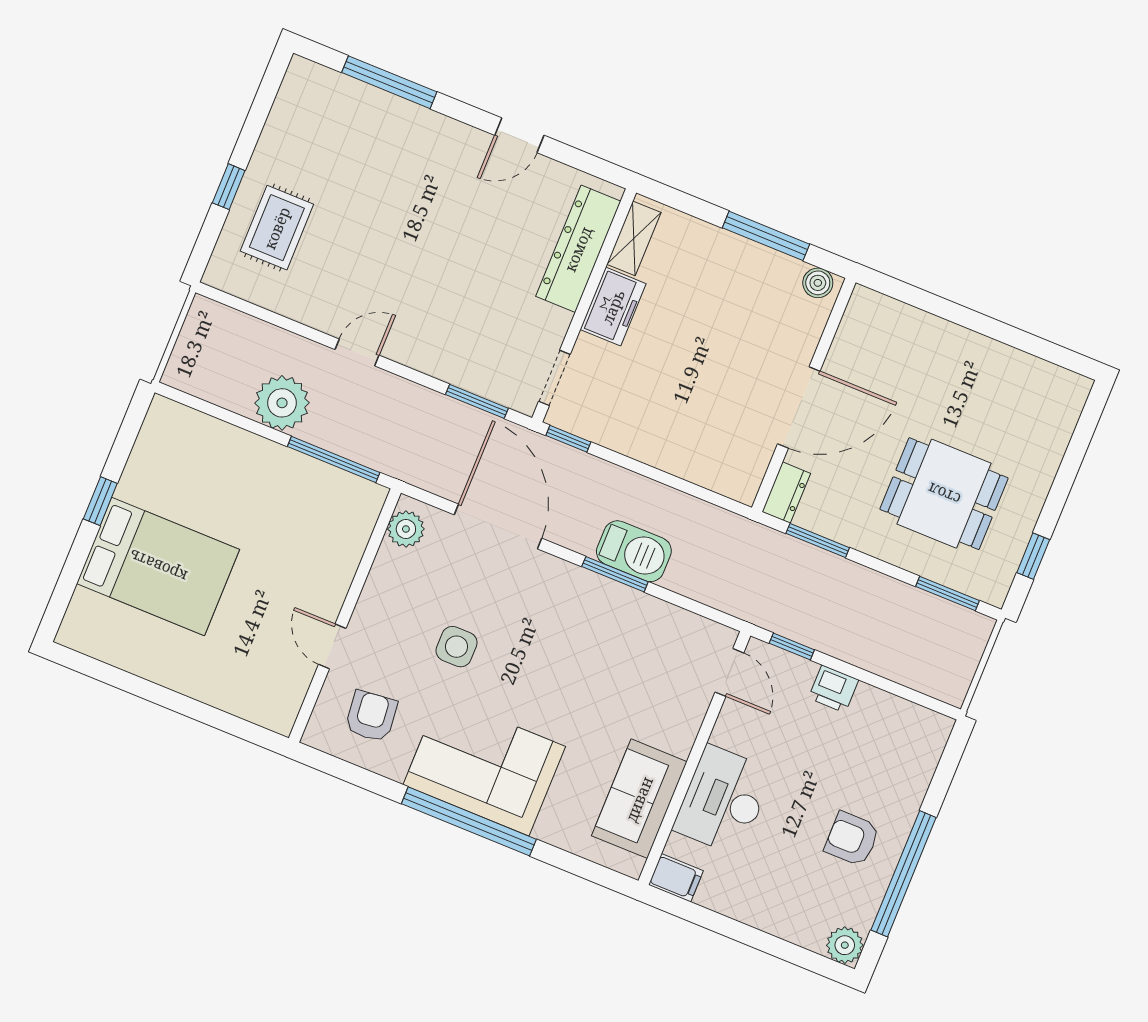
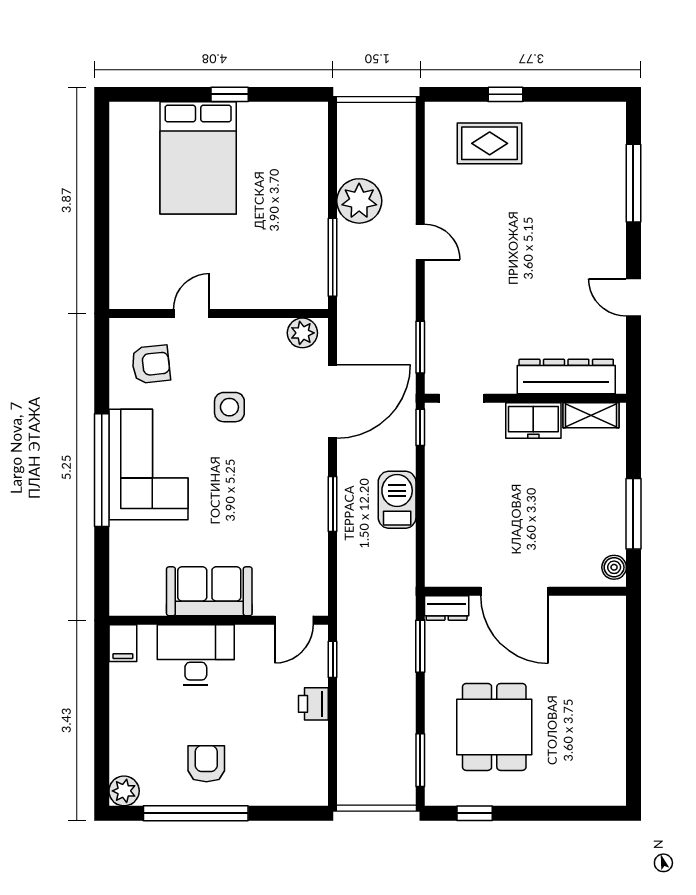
barbecue: (634, 551) -> (397, 500), moved, turned 180
sofa: (639, 799) -> (209, 591), moved

